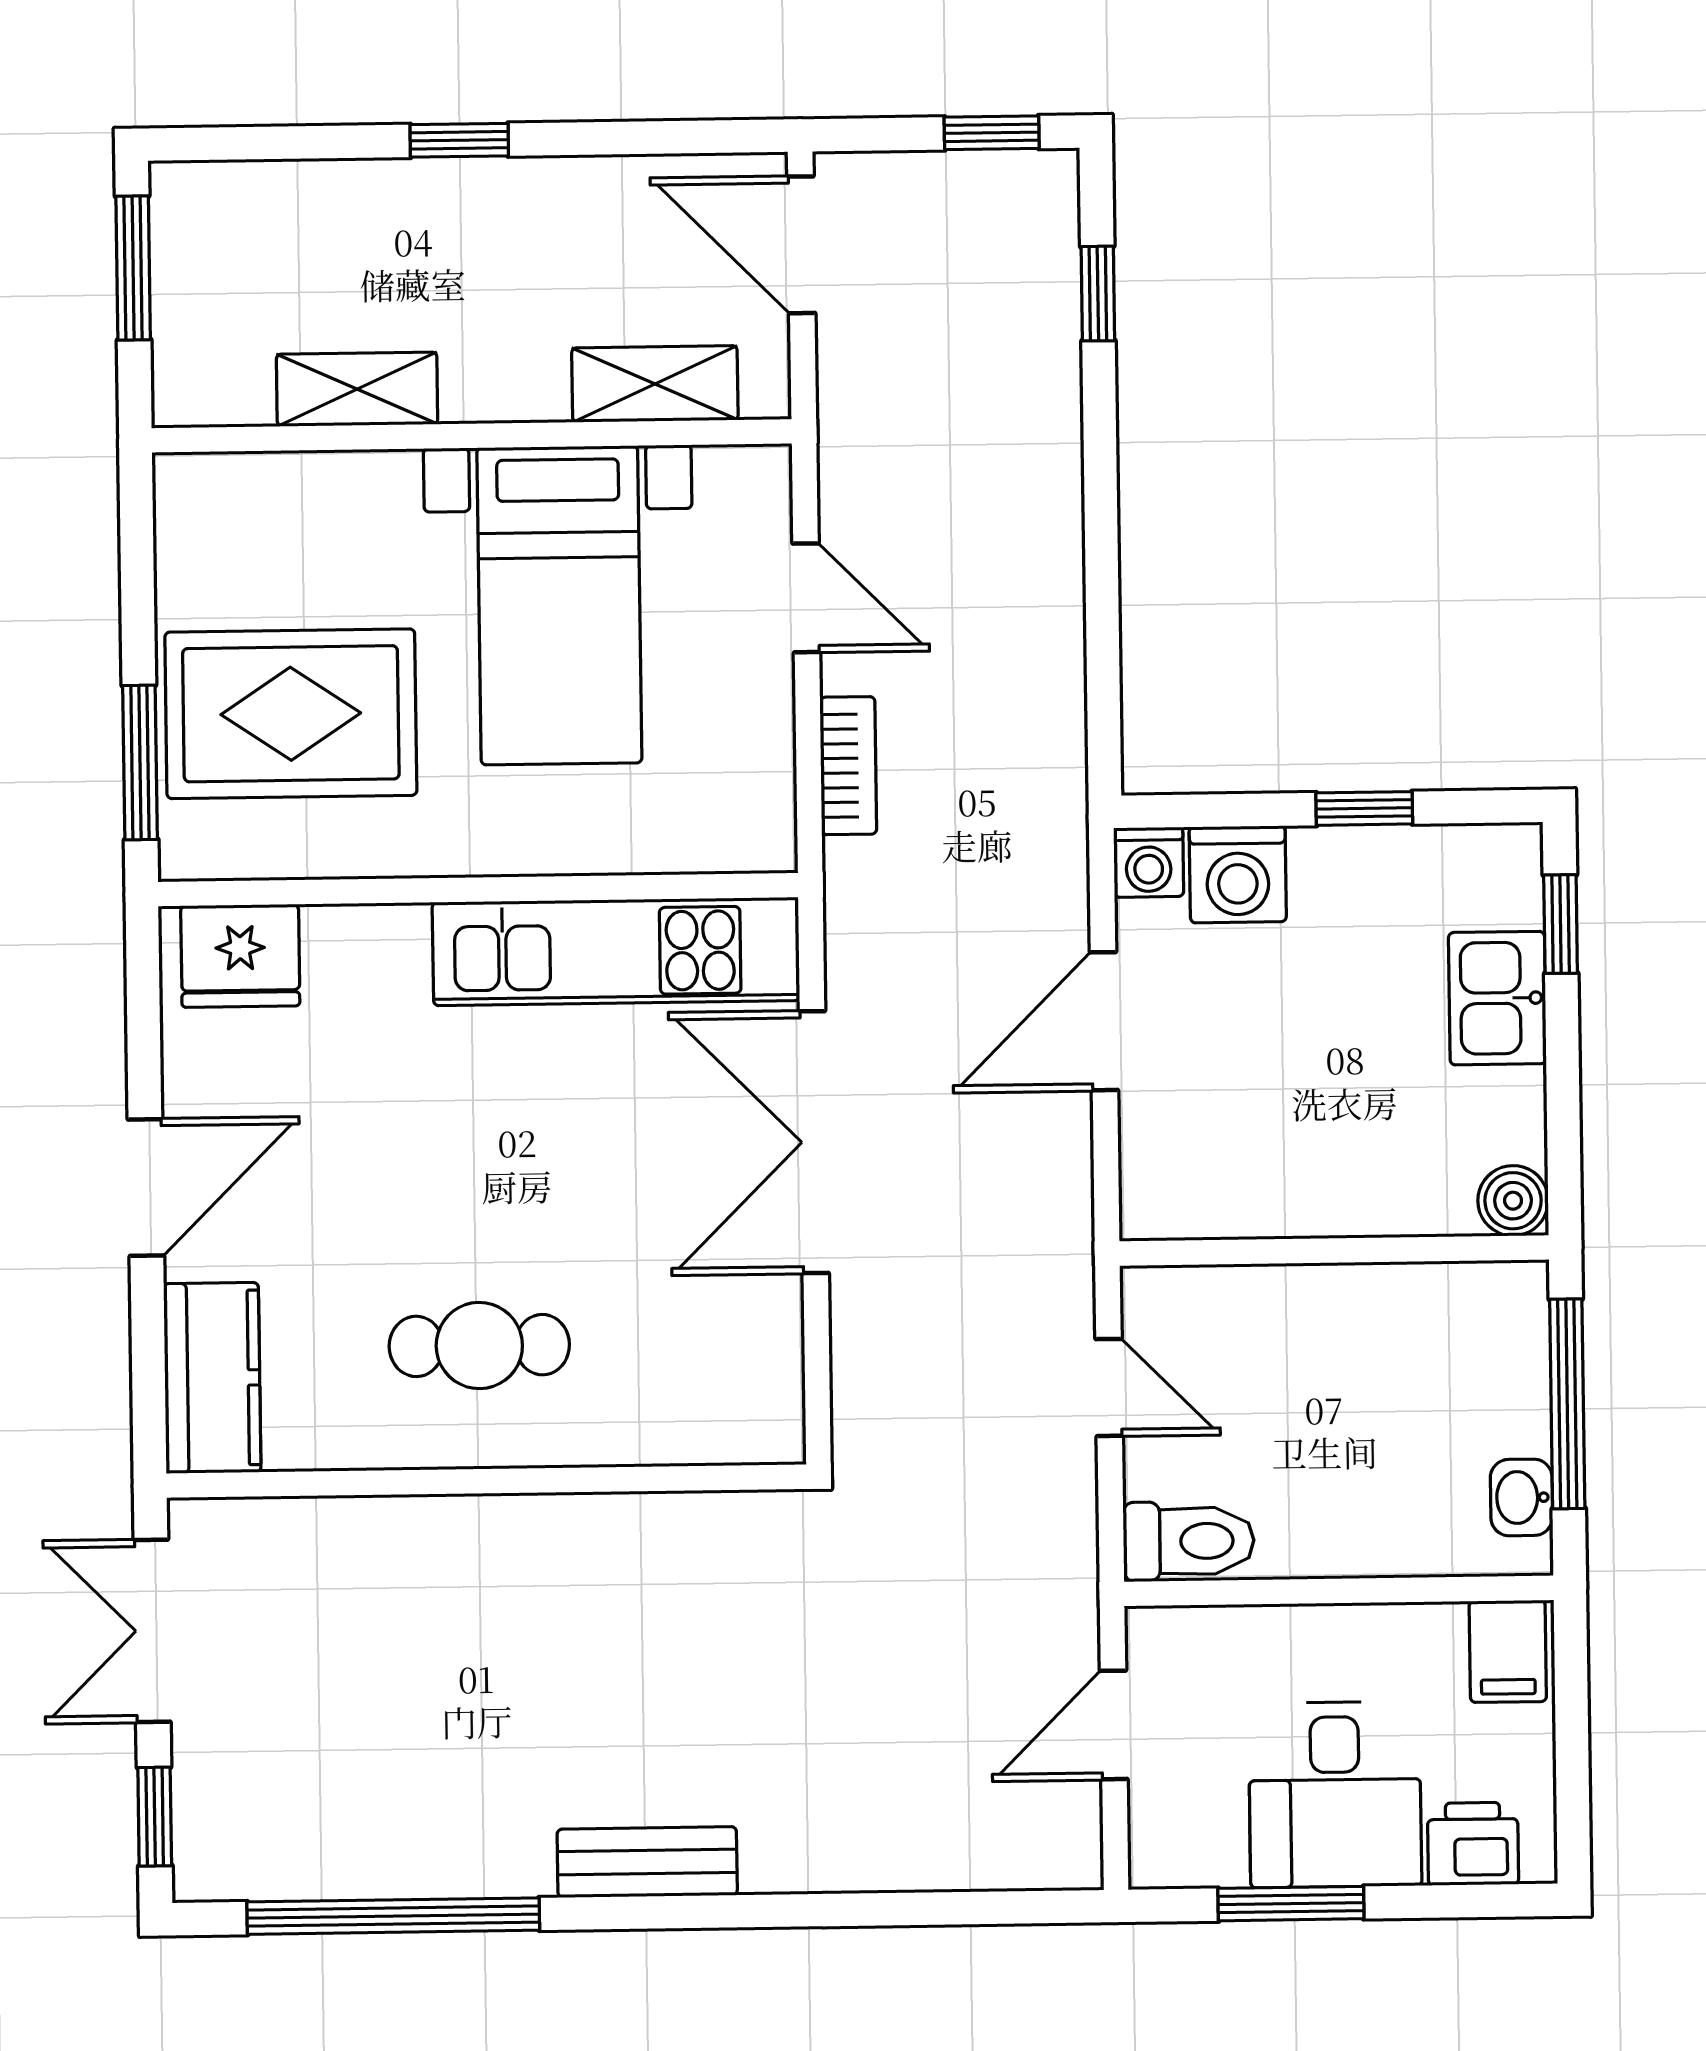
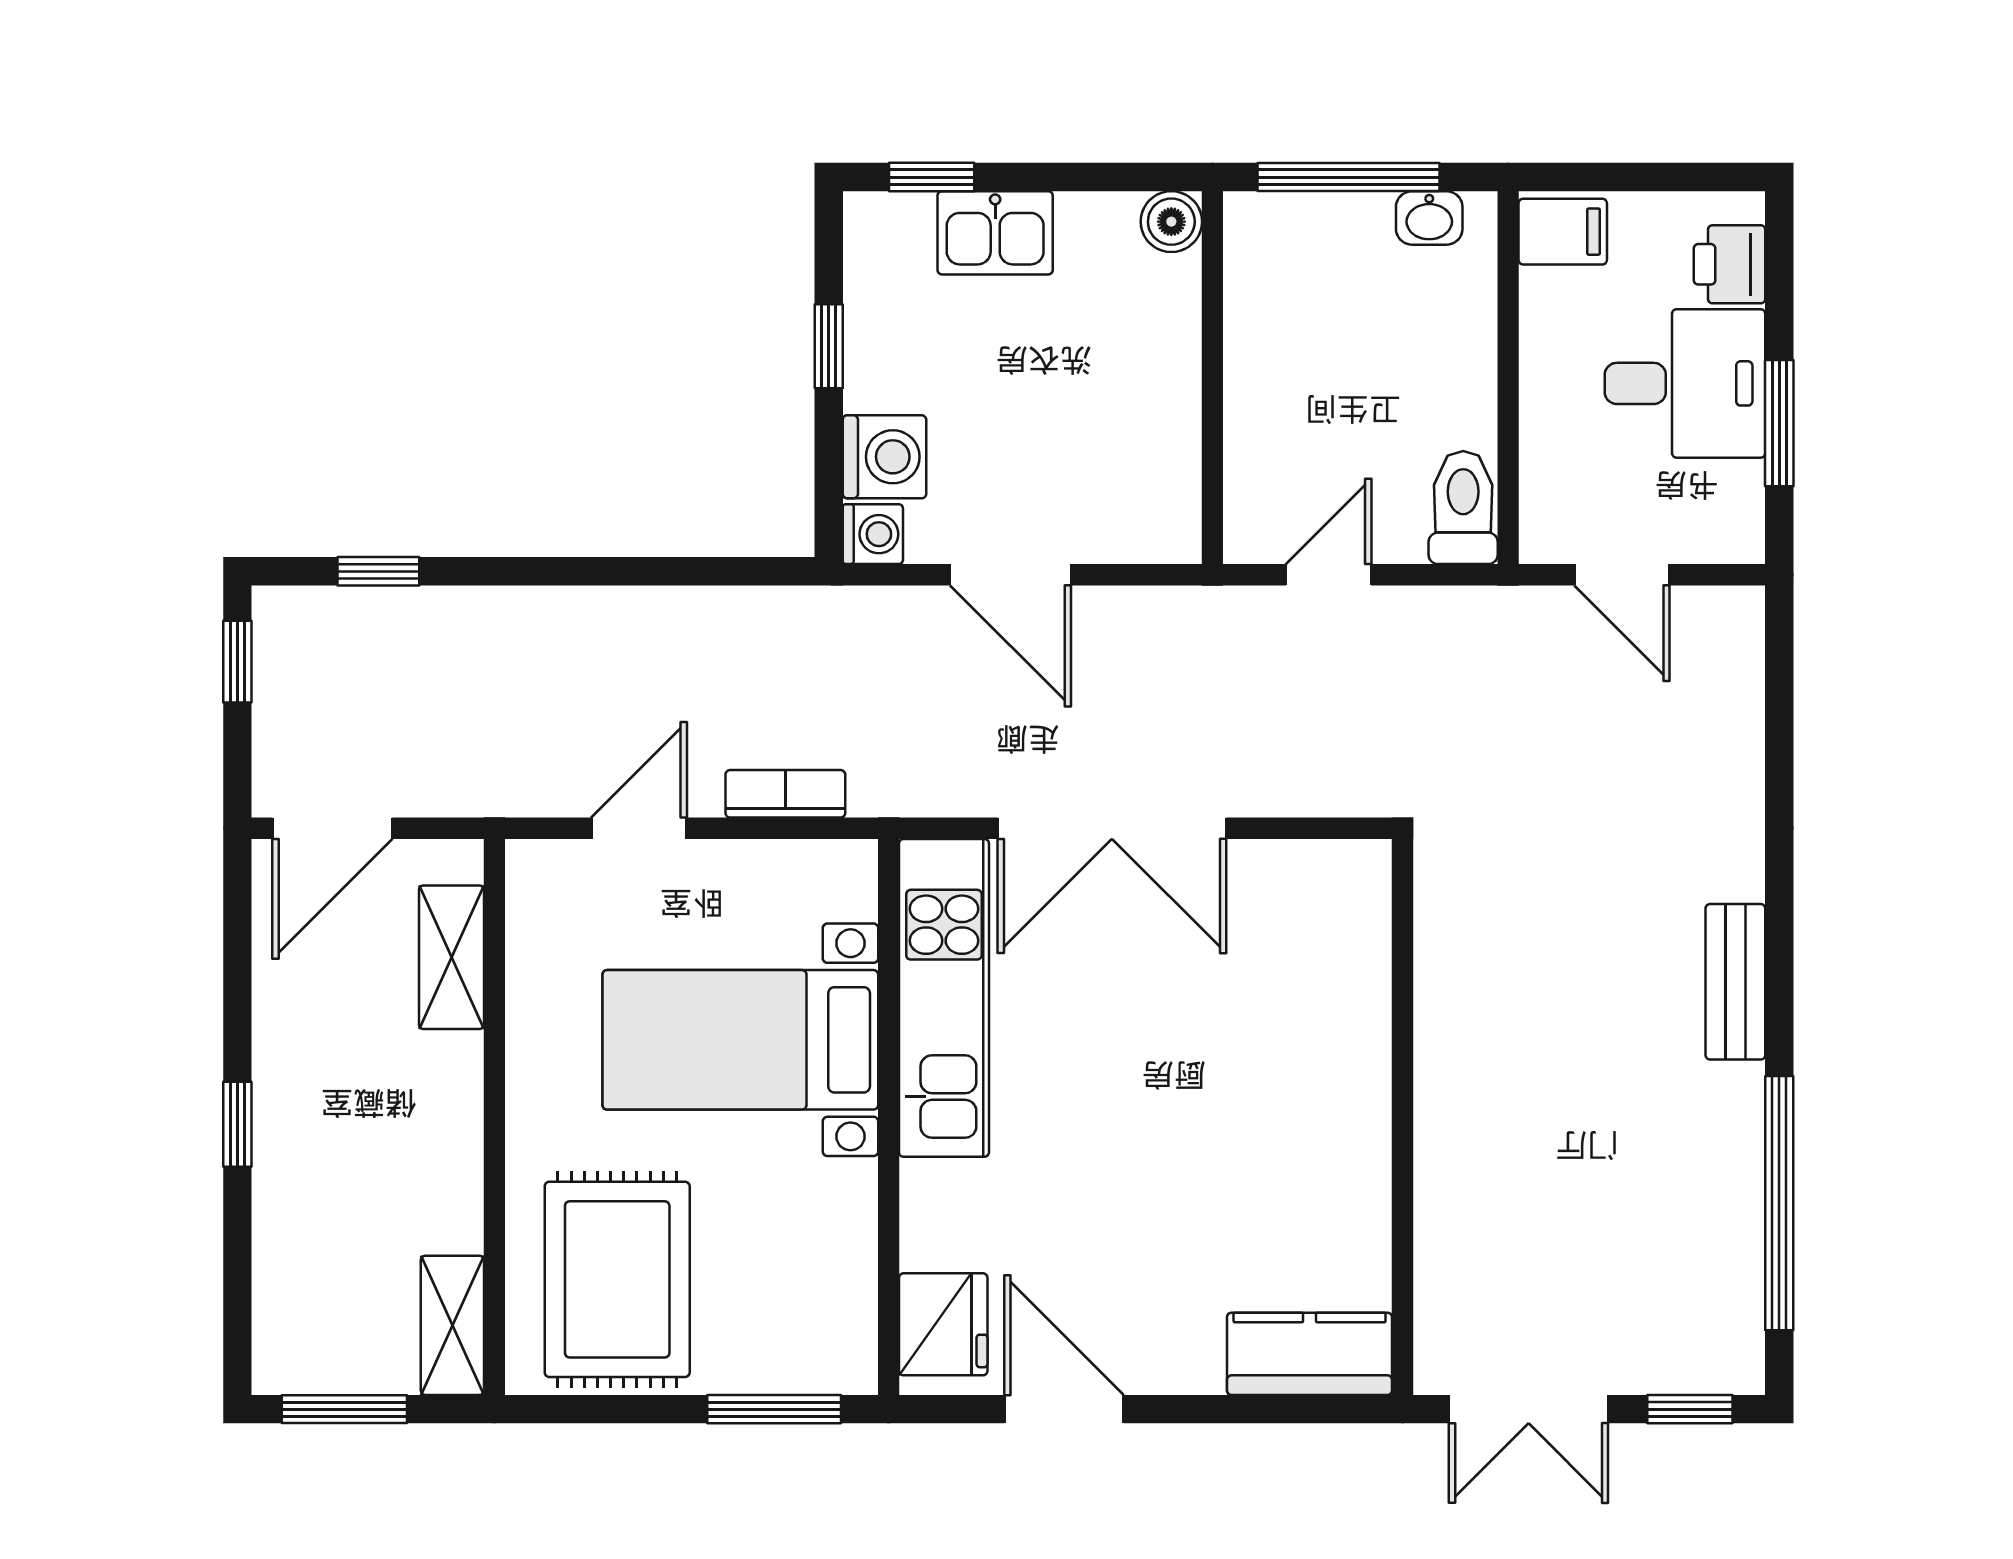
shelving: (357, 389) -> (452, 1325), moved
bed with nightstands: (559, 605) -> (740, 1040), moved, turned 180
rug: (291, 714) -> (617, 1279), moved
door: (146, 1188) -> (1064, 1409), moved
cafe table: (479, 1346) -> (1285, 1121), removed

